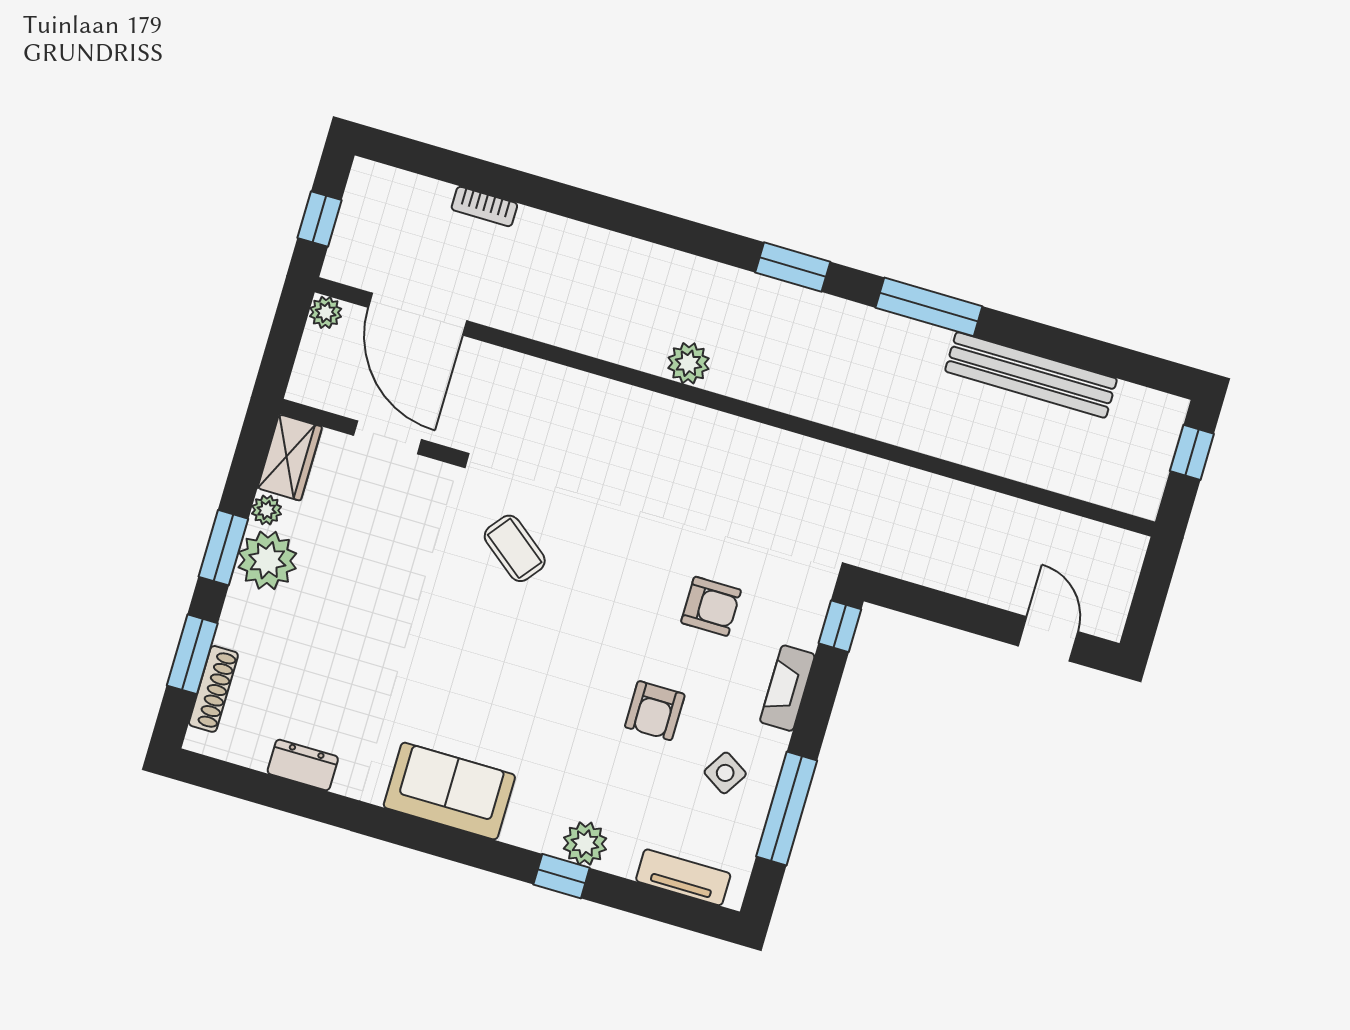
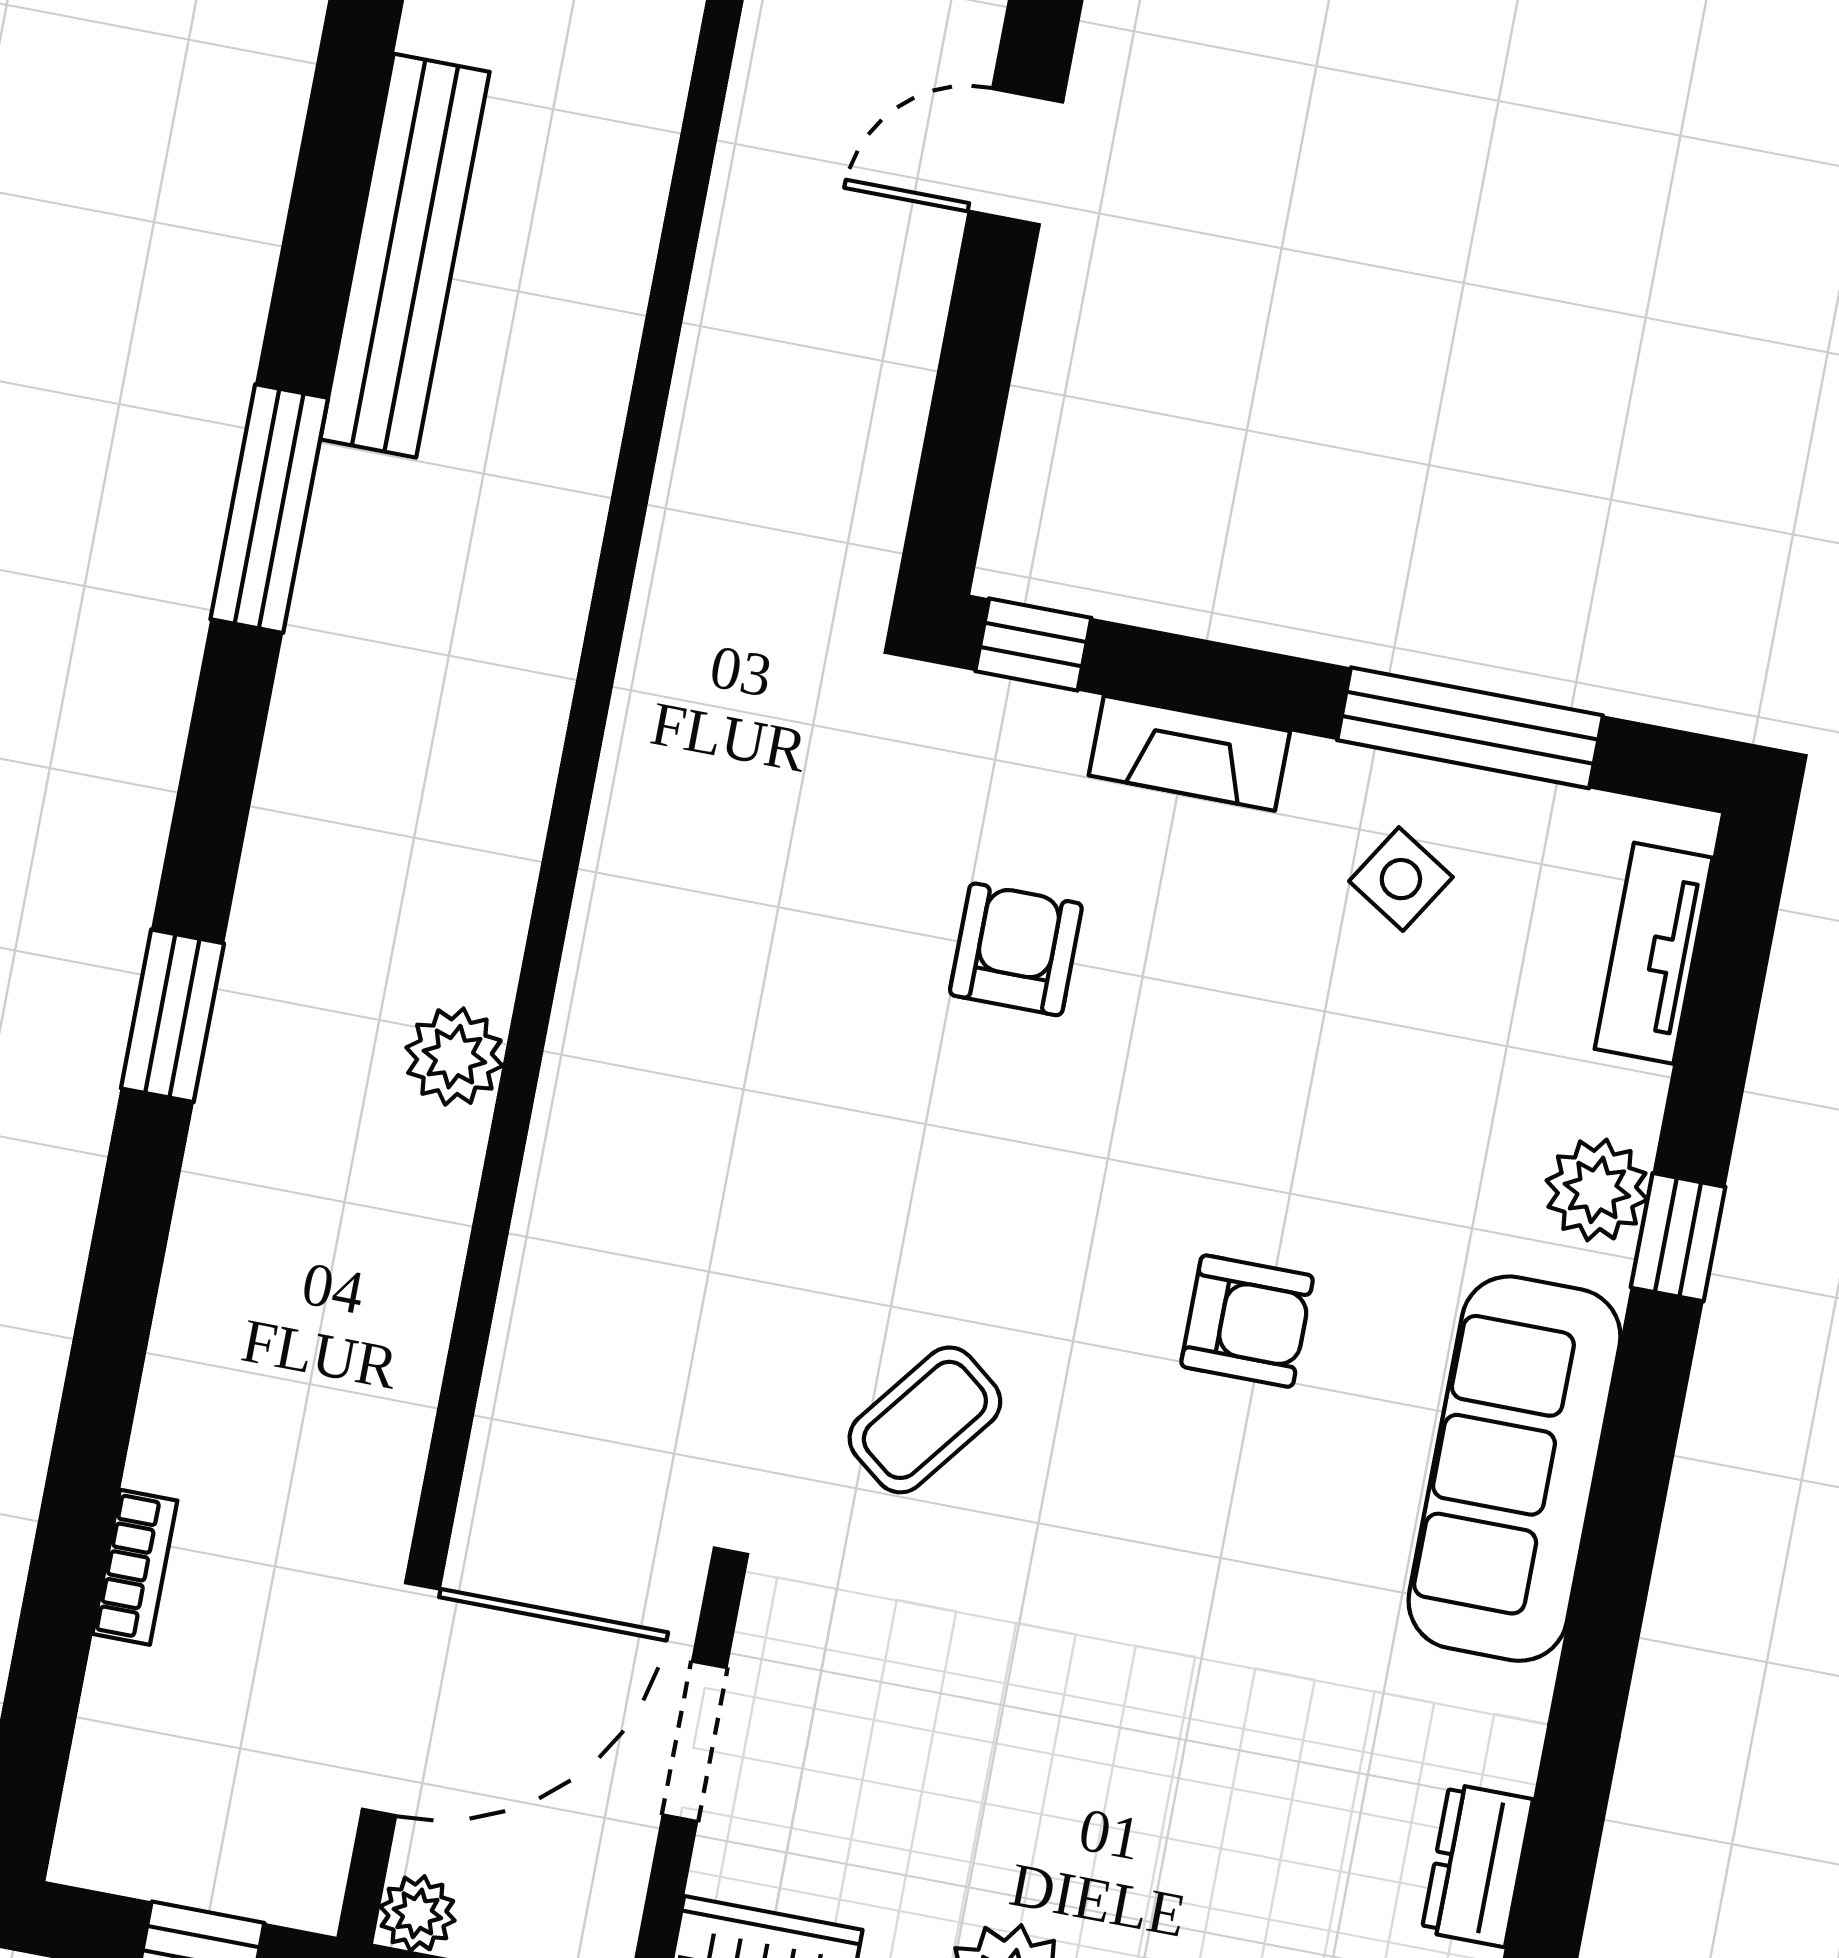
window: (793, 267) -> (172, 1016), moved
armchair: (655, 711) -> (1247, 1321), moved
sofa: (449, 791) -> (1515, 1469), width x1.36

